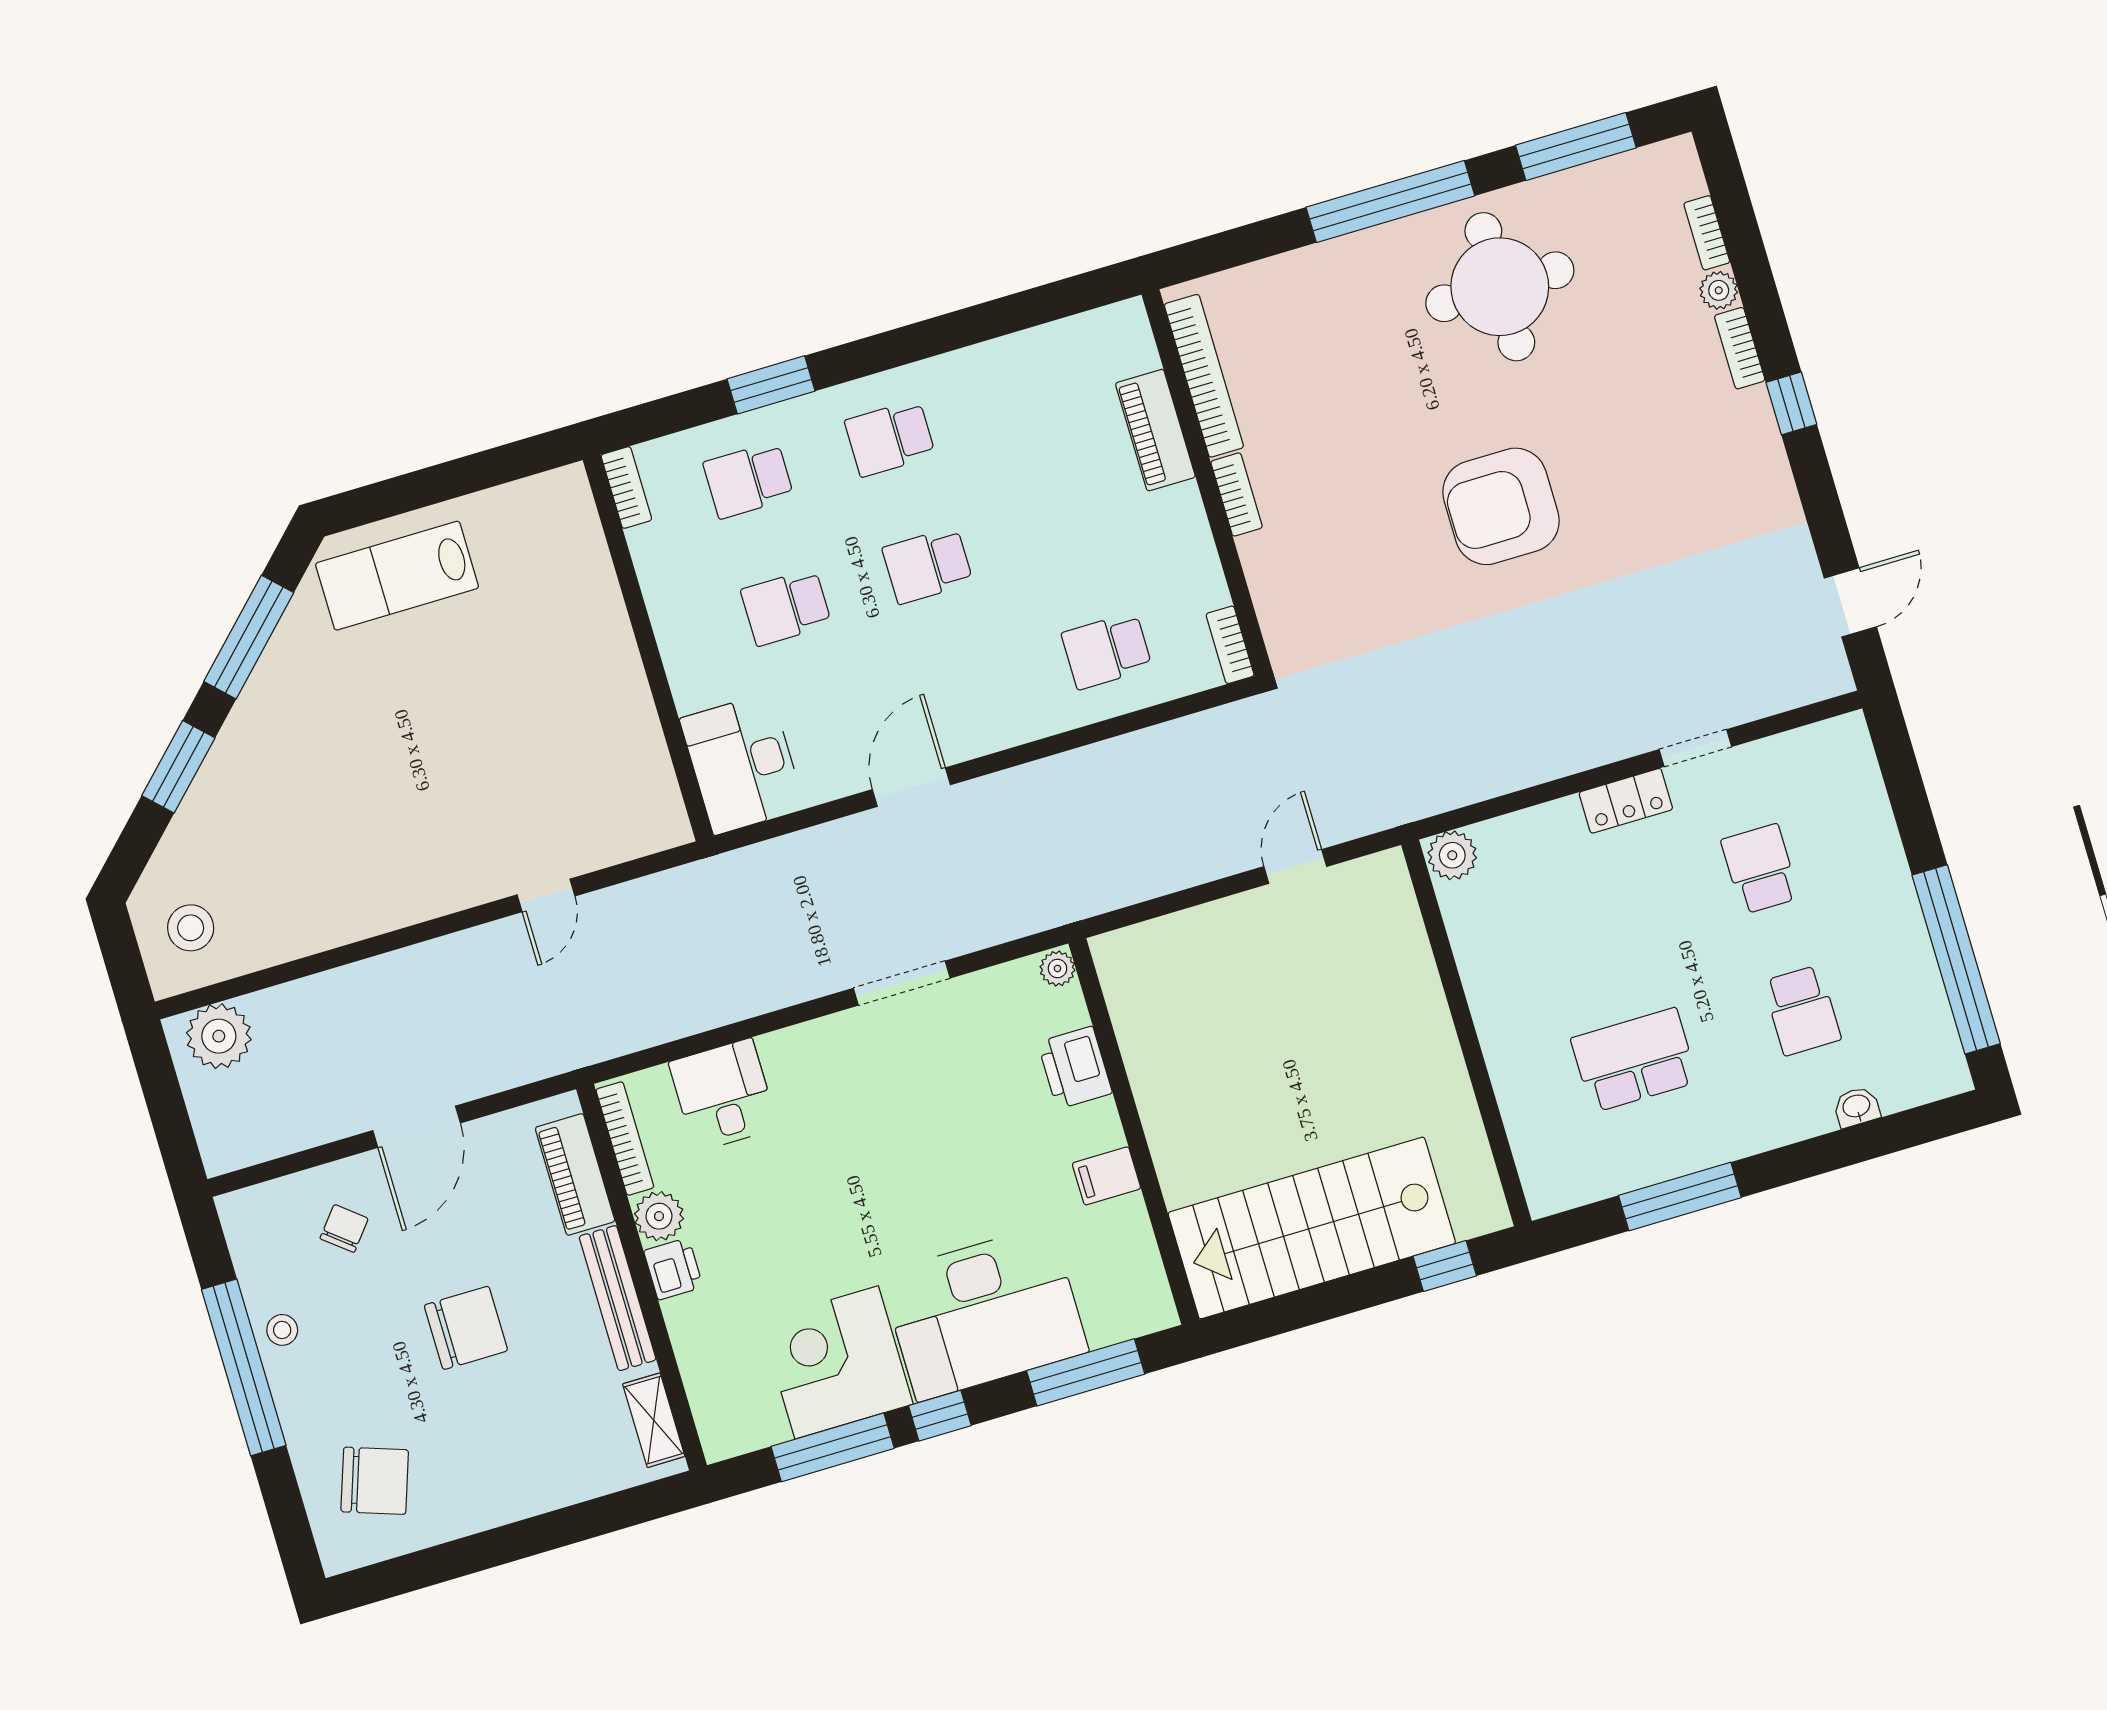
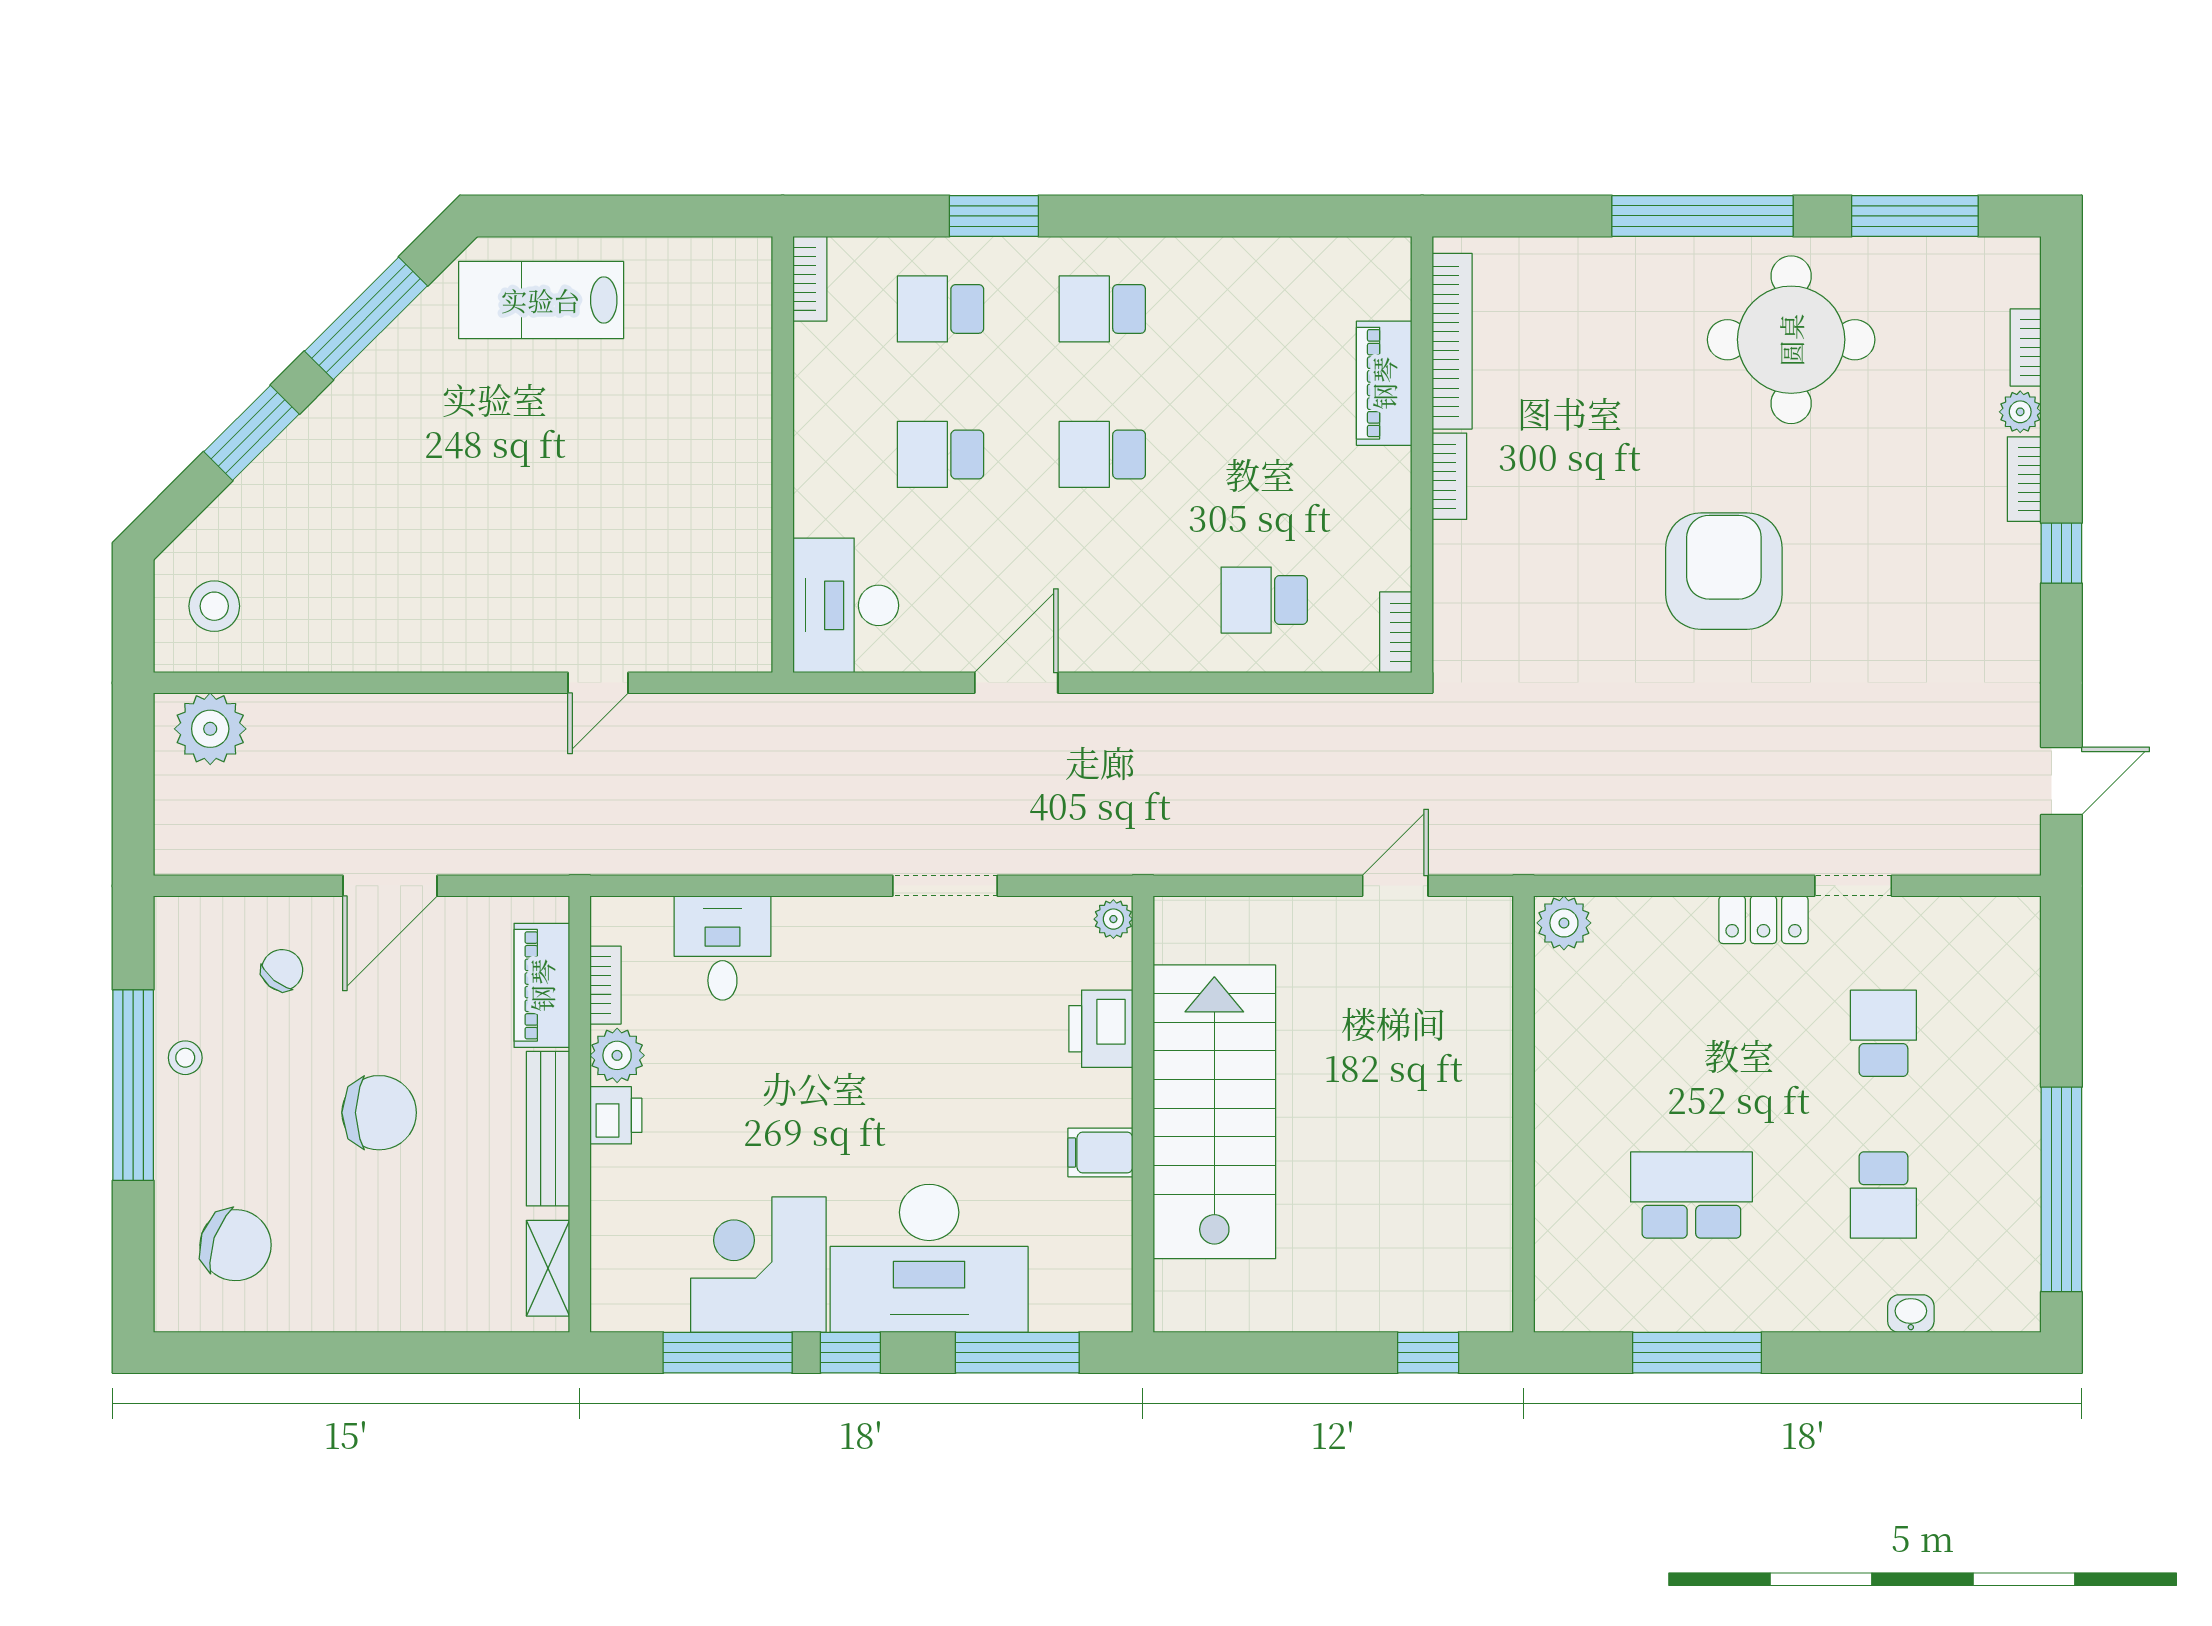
armchair: (1501, 506) -> (1724, 571), turned 90
bookcase: (625, 1139) -> (605, 985), width x0.64
stairs: (1312, 1228) -> (1214, 1112), moved, turned 90

